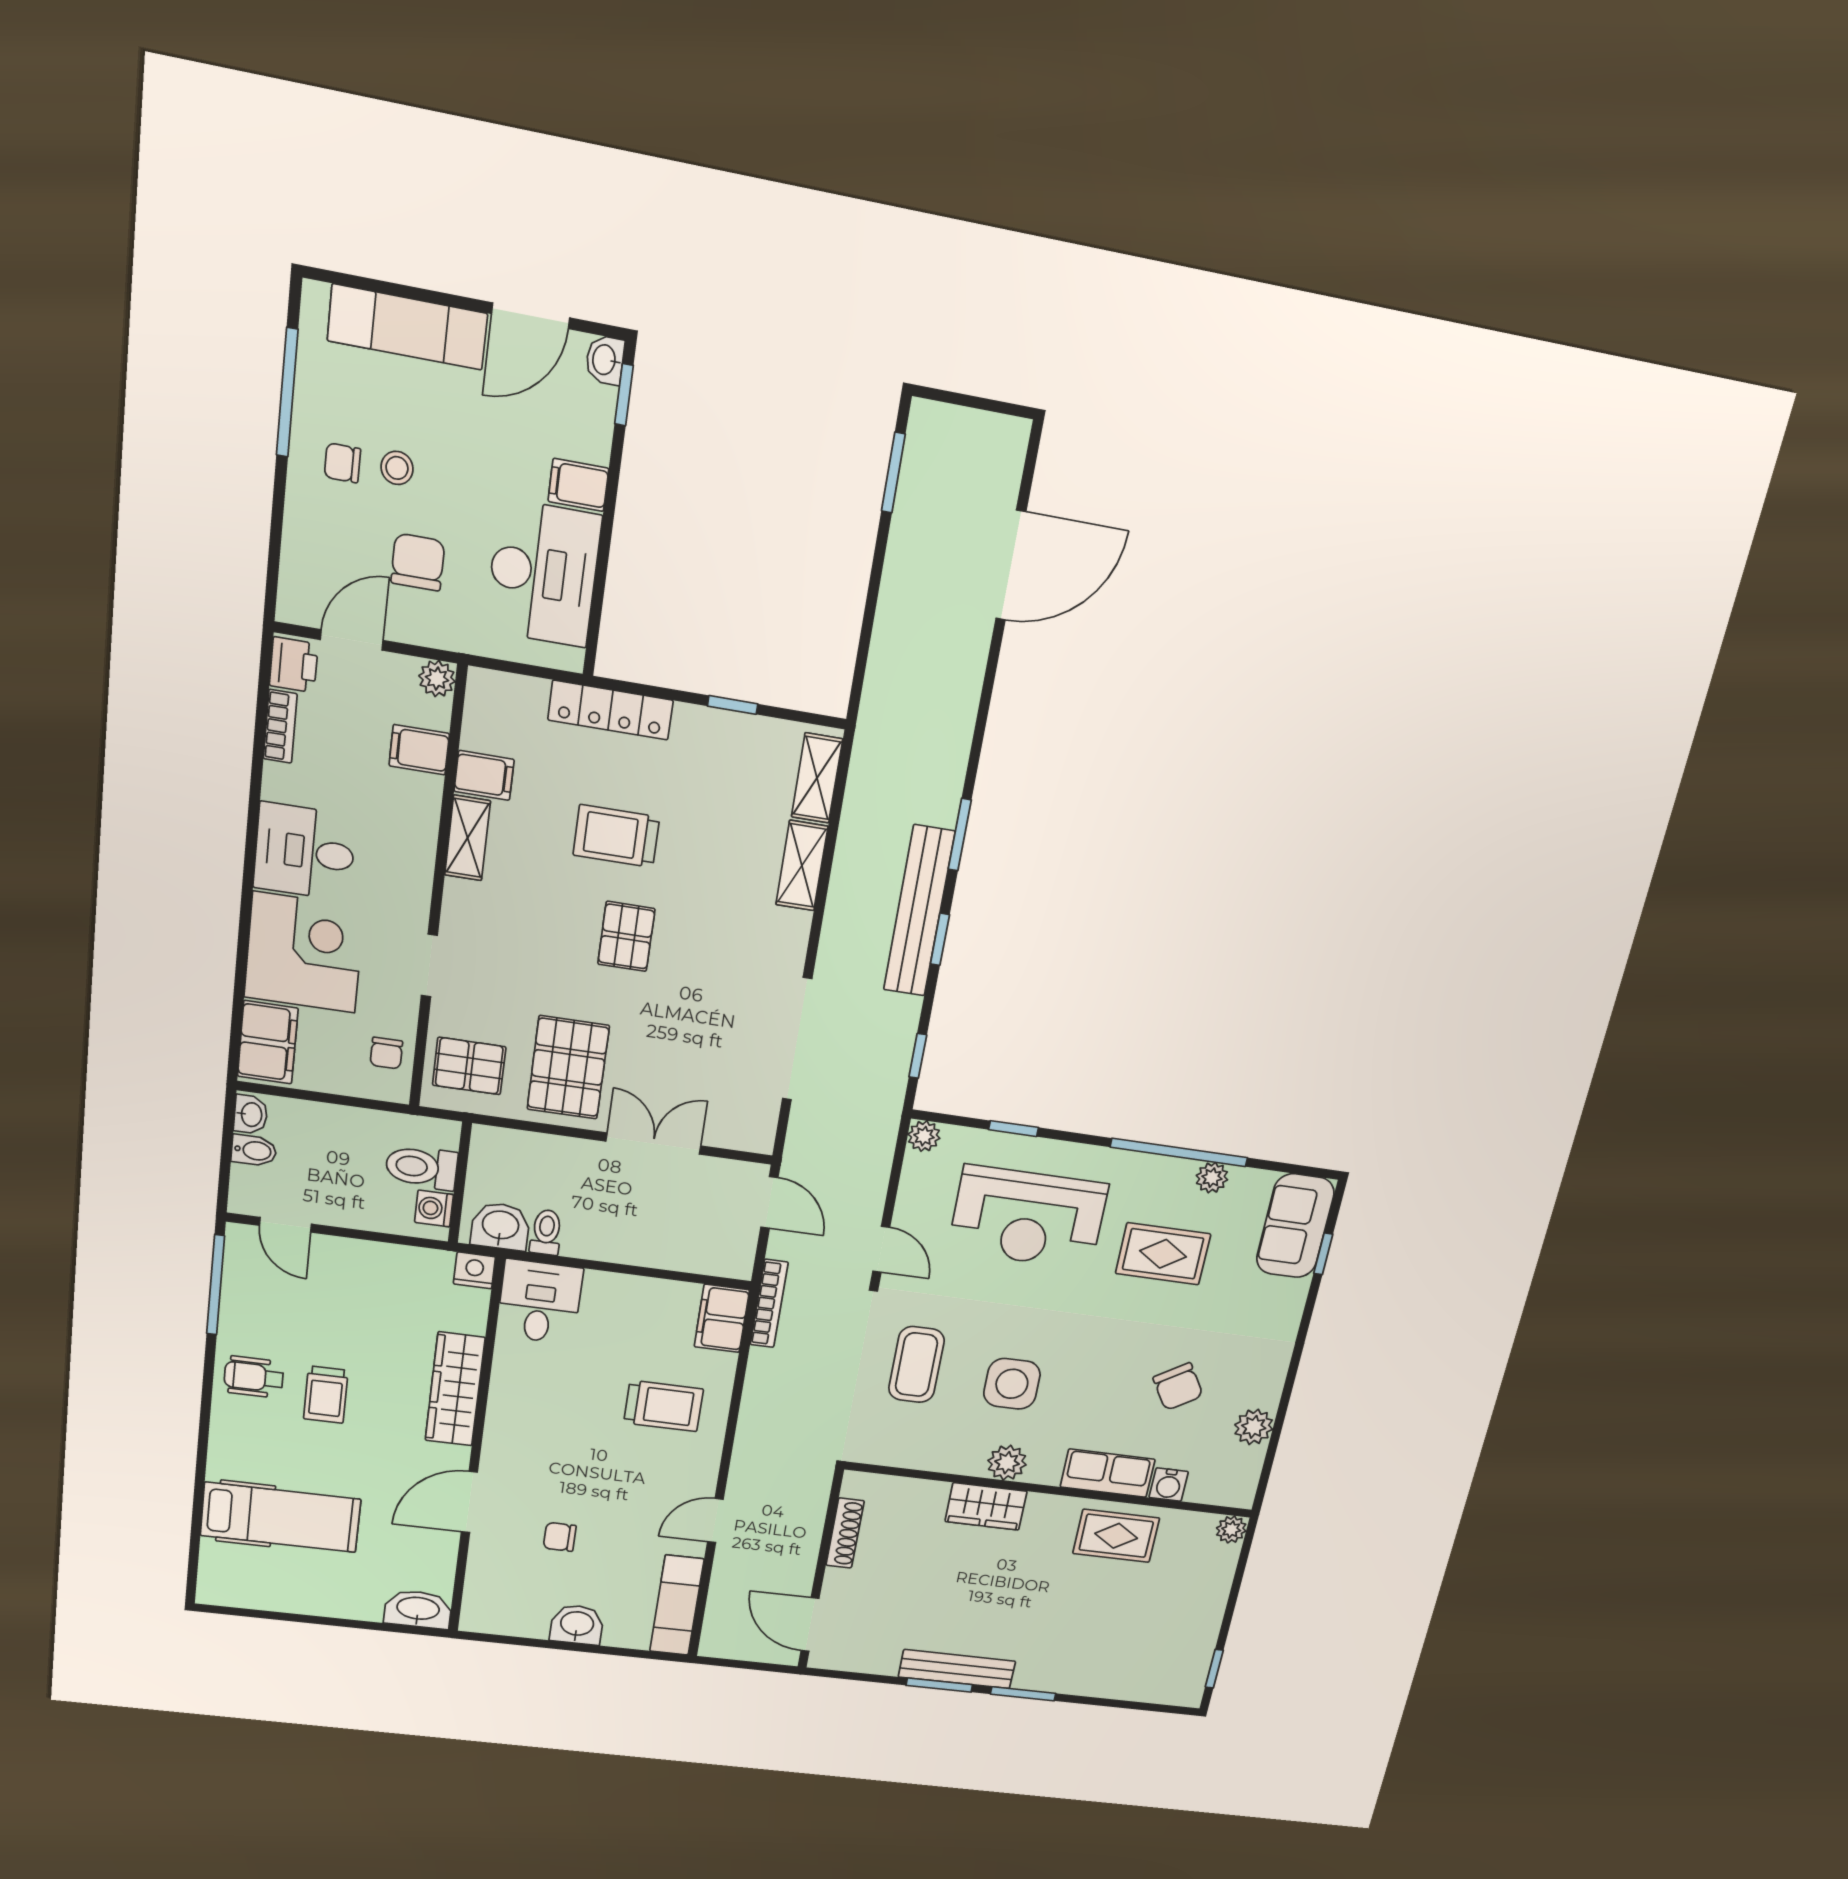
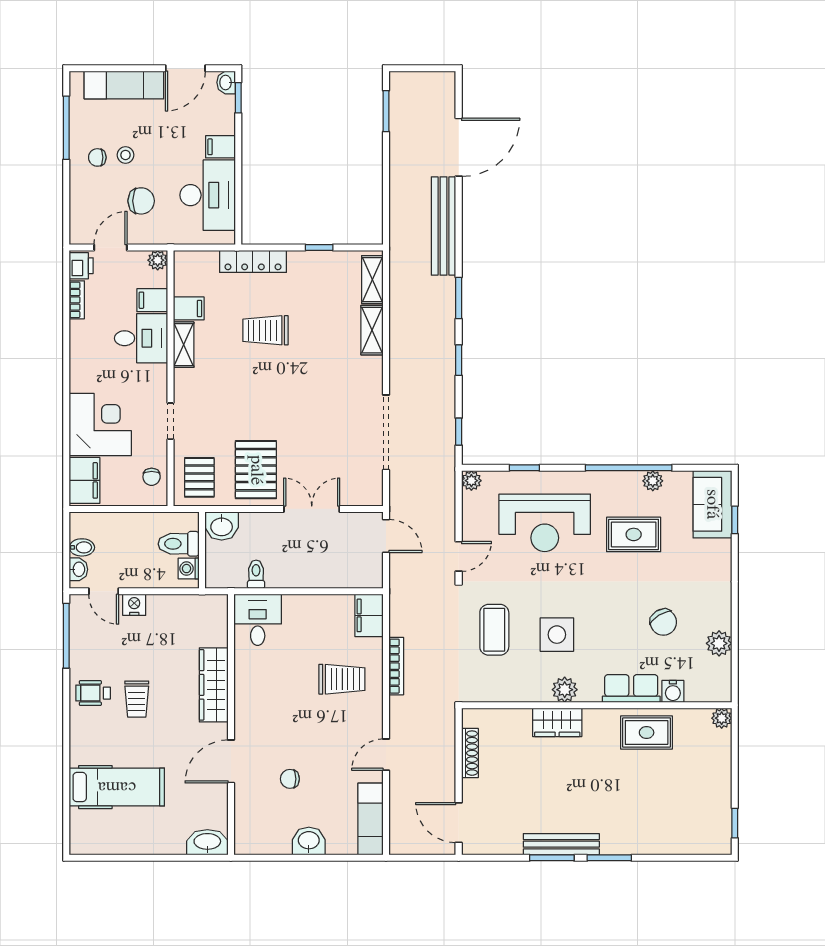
chair: (418, 562) -> (141, 201), turned 90
desk: (305, 852) -> (141, 338), moved, turned 180
bench: (919, 911) -> (443, 226), moved
pallet: (626, 936) -> (279, 387), removed
pallet: (469, 1066) -> (199, 477), turned 90
washbasin: (251, 1114) -> (78, 569), moved
washbasin: (500, 1226) -> (222, 526), moved, turned 180
door: (881, 1249) -> (459, 556), hinge flipped
nightstand: (474, 1270) -> (134, 605), moved
bookcase: (769, 1303) -> (396, 666), moved

